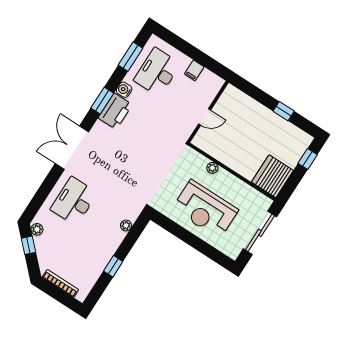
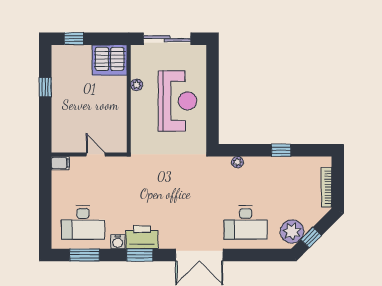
filing cabinet: (194, 70) -> (60, 163), moved
plant: (212, 168) -> (137, 85), moved
plant: (37, 229) -> (292, 232), width x1.88, depth x1.88

